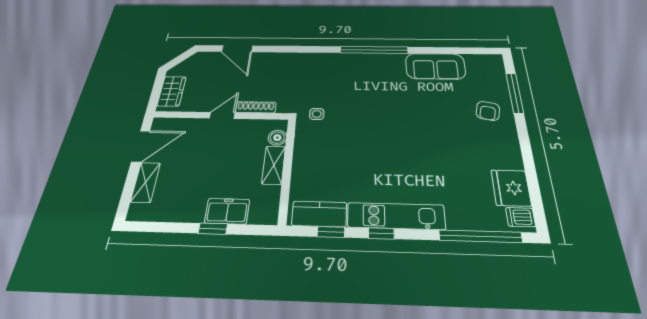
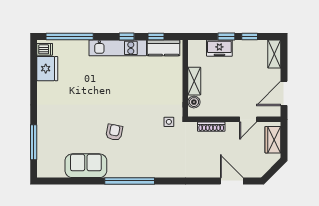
armchair: (488, 111) -> (114, 132), moved
door: (222, 115) -> (248, 119), moved
shelving: (146, 182) -> (274, 54), moved
window: (174, 228) -> (250, 37), added

